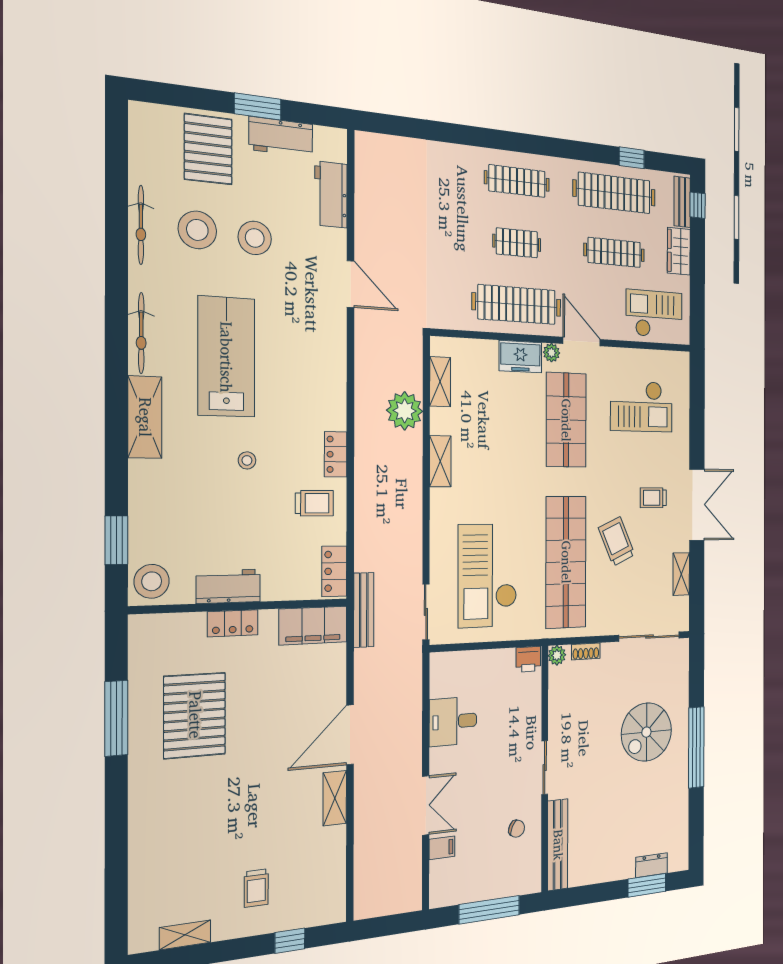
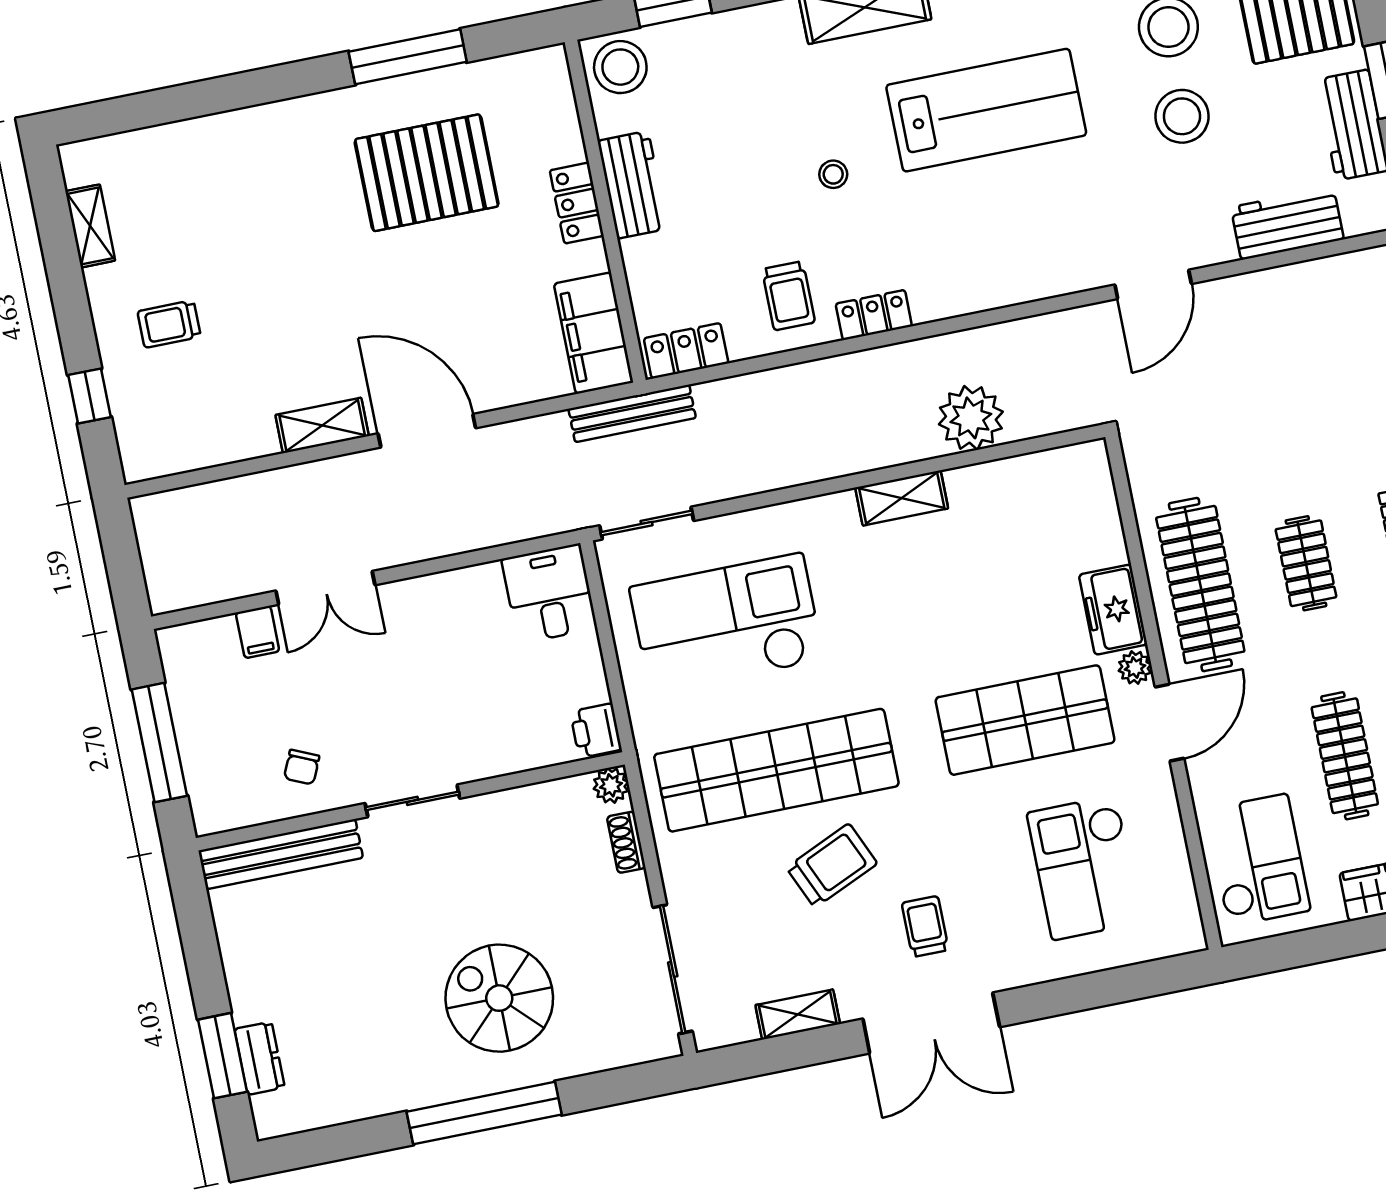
shelving: (440, 382) -> (1034, 471), removed
desk: (453, 721) -> (549, 594), moved

